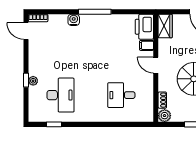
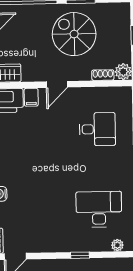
plant: (33, 81) -> (117, 245), moved
desk: (121, 95) -> (97, 129), turned -90

